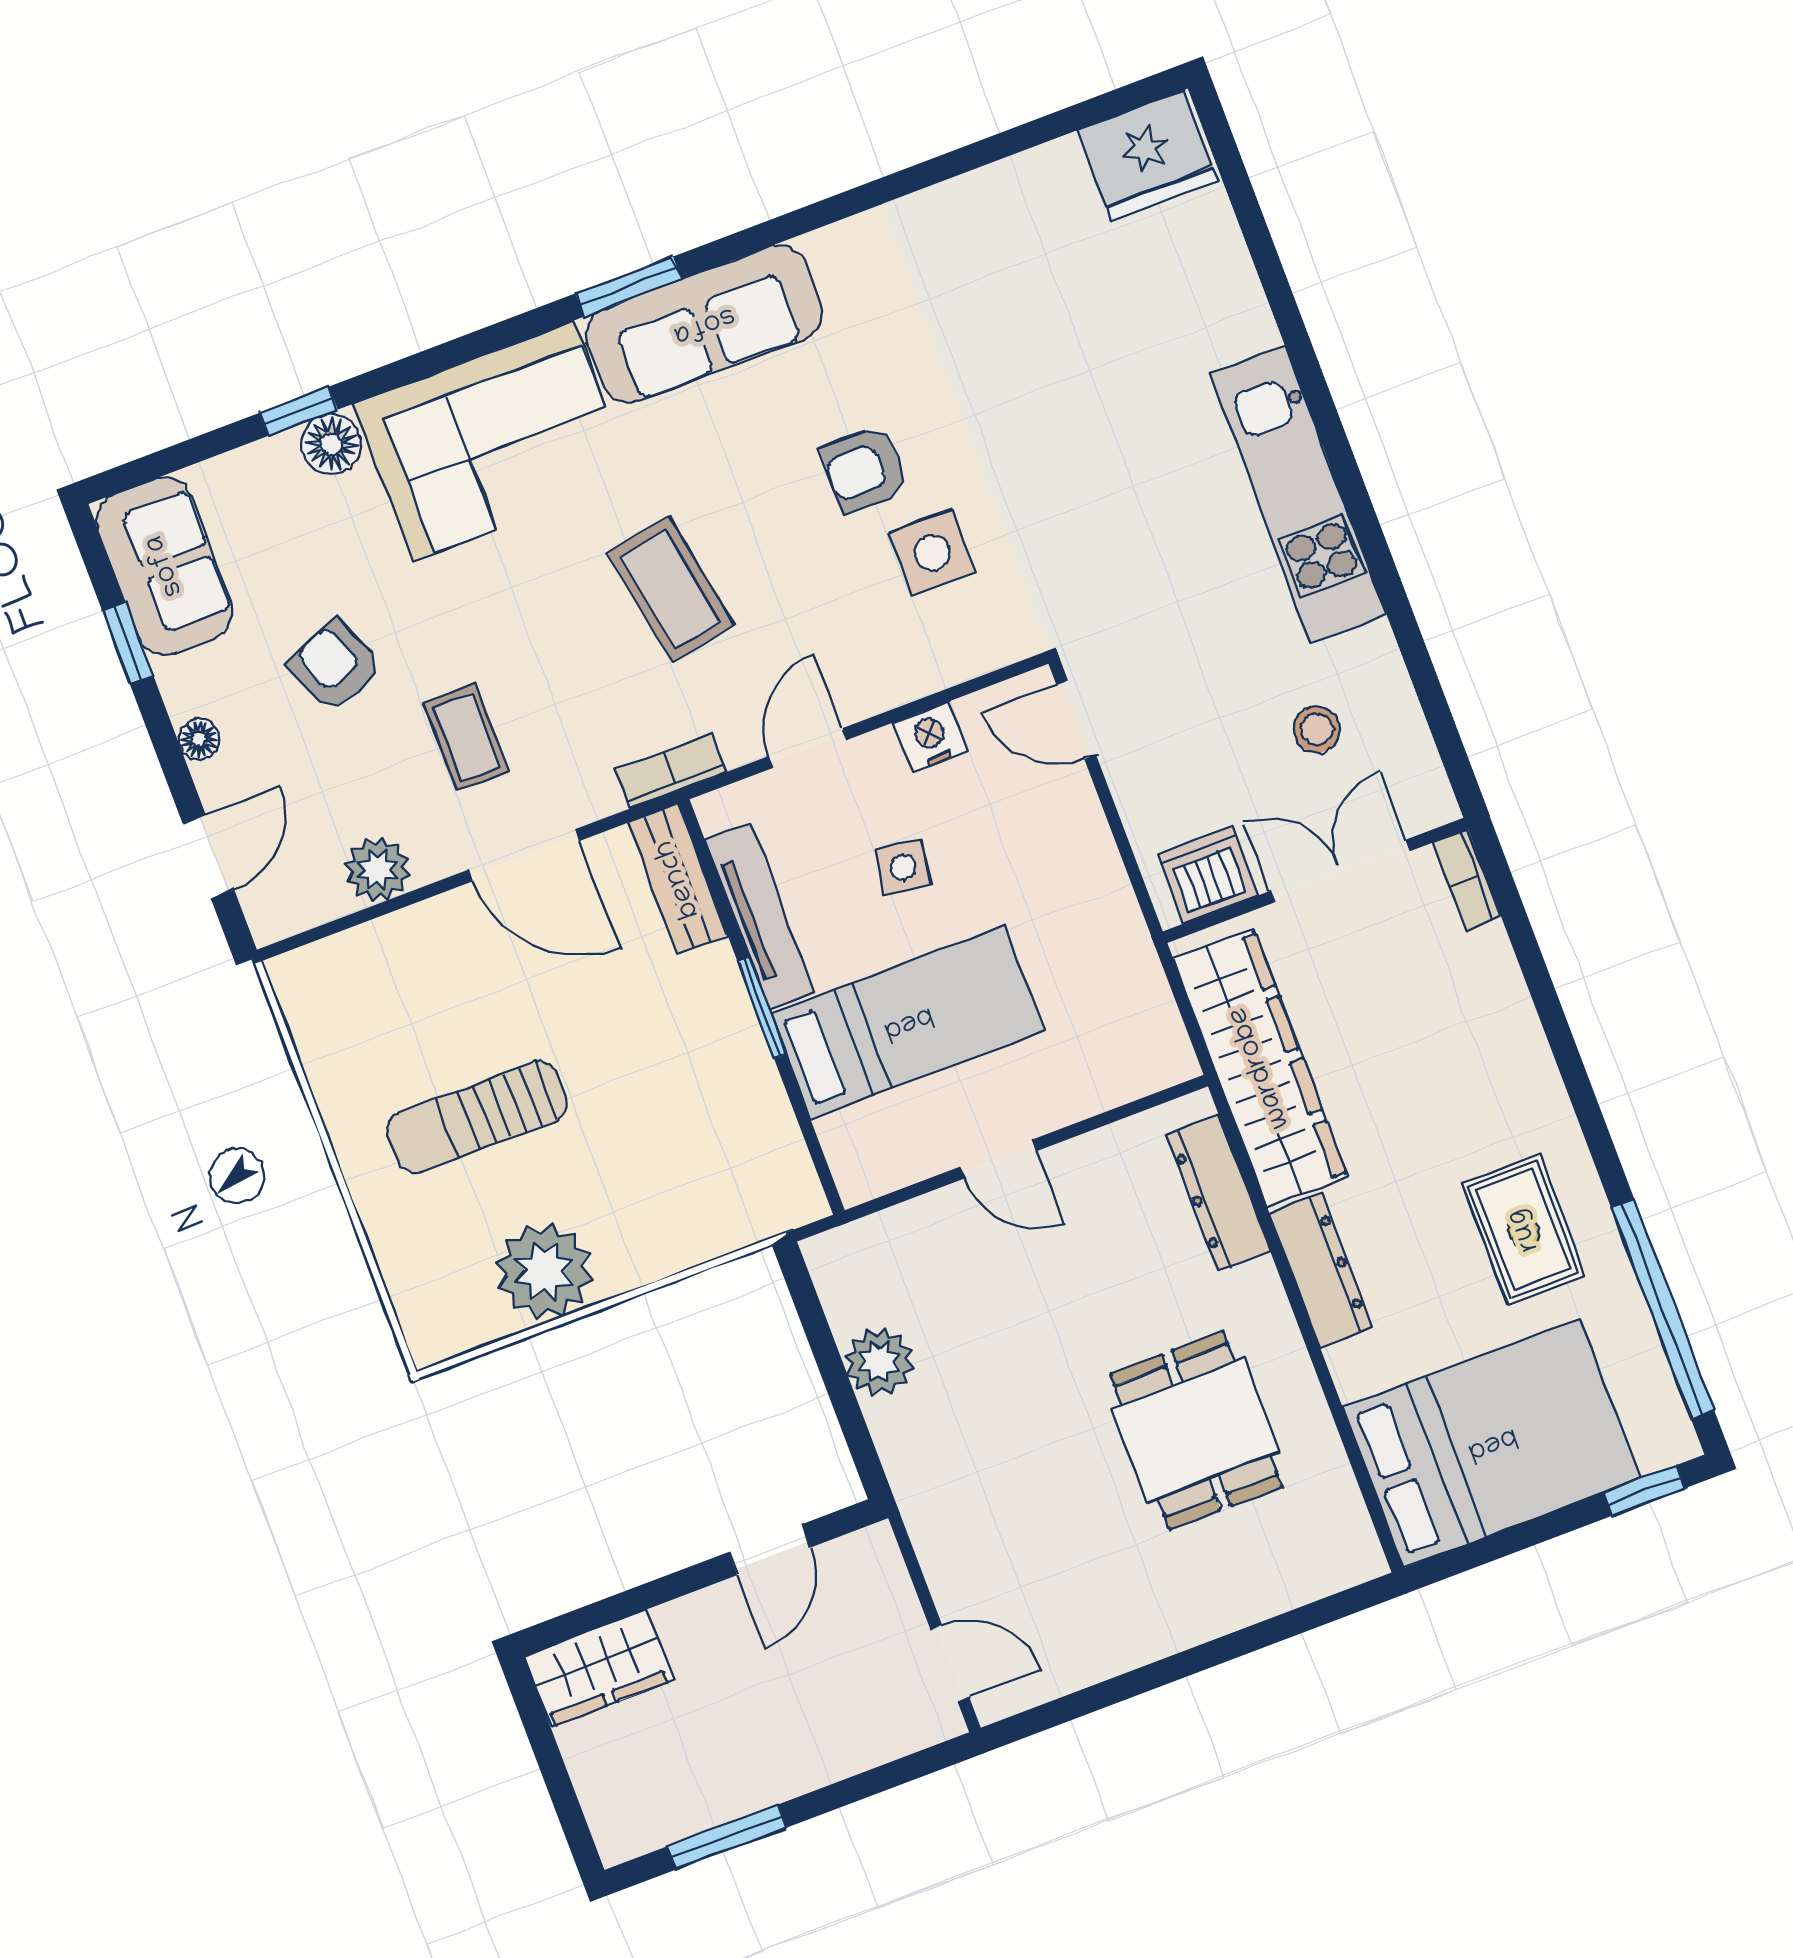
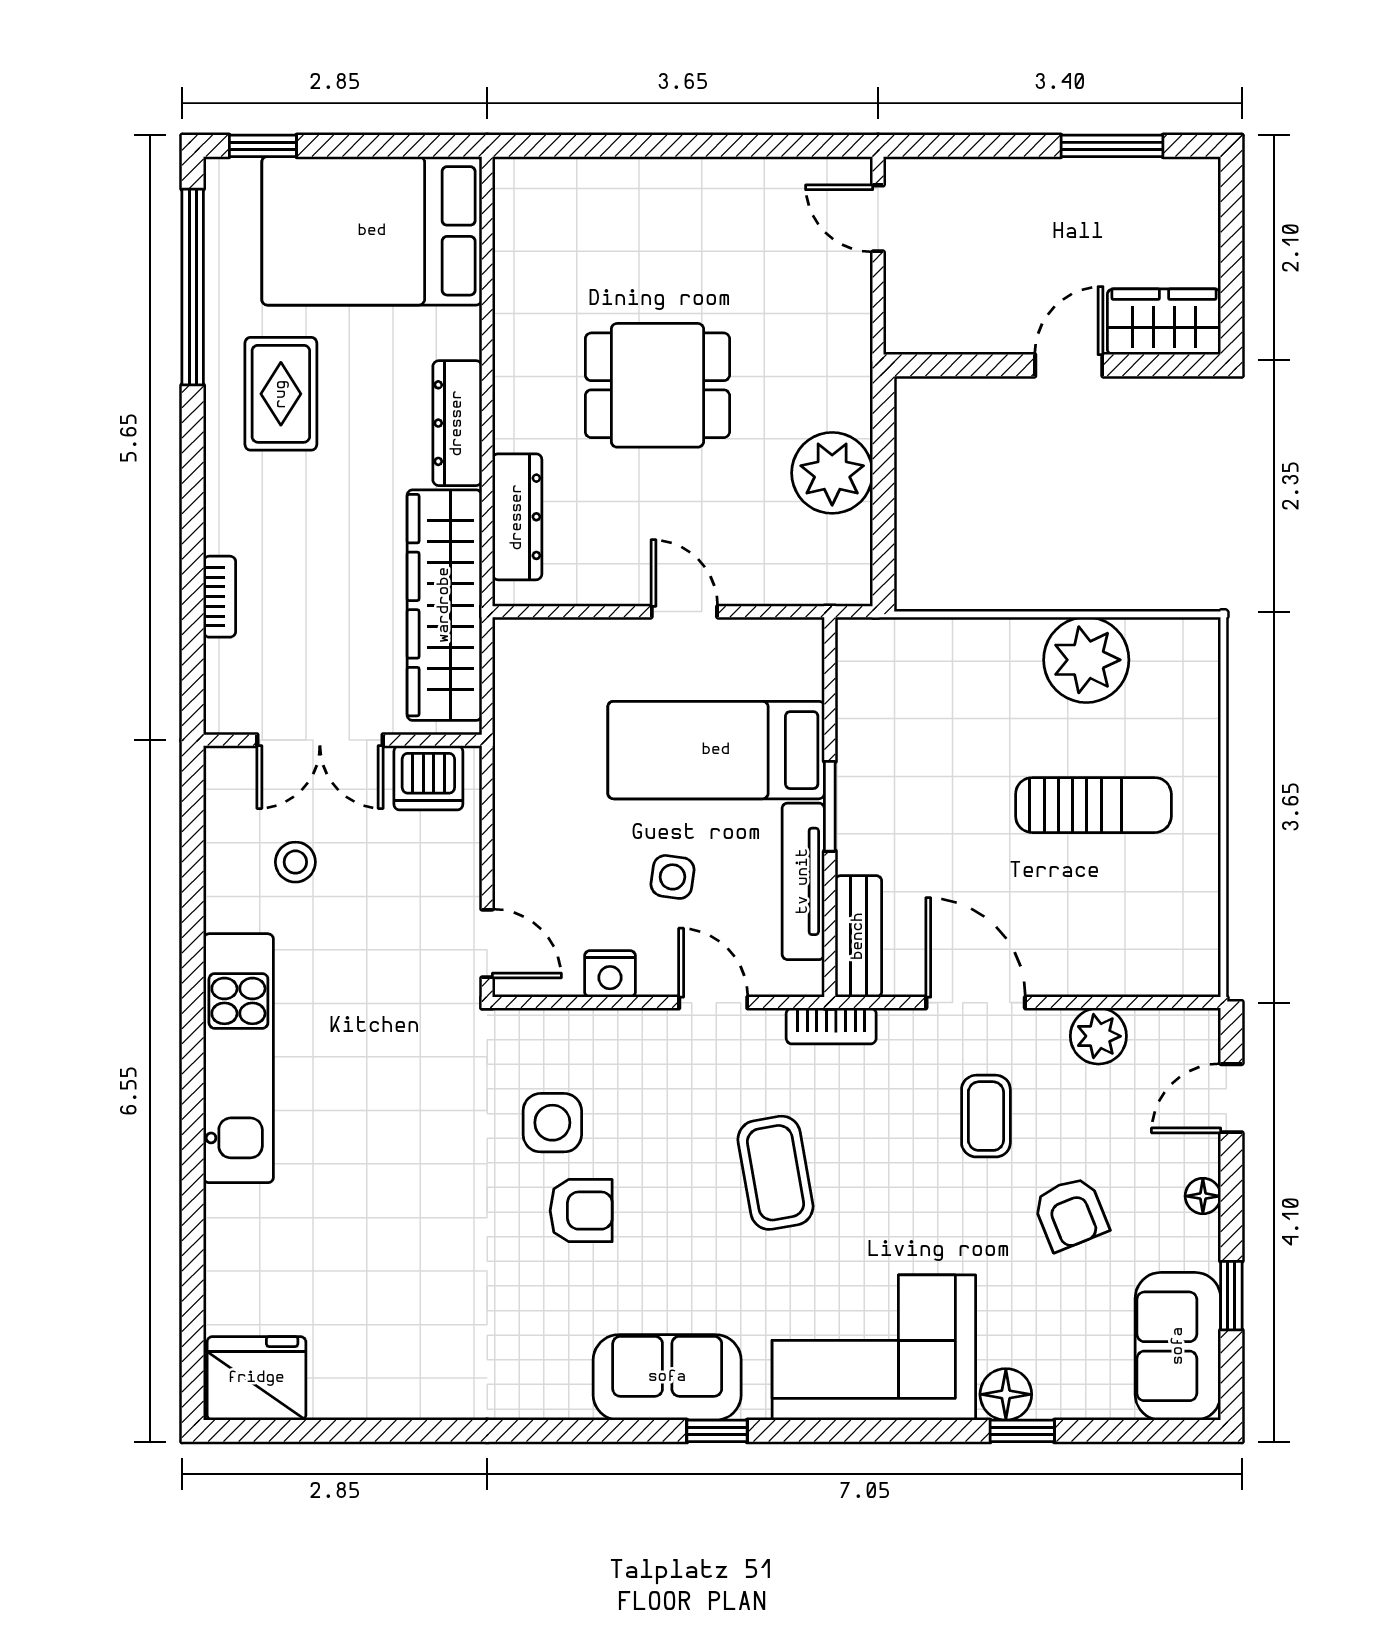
window: (629, 287) -> (717, 1431), width x0.67
sofa: (704, 324) -> (667, 1377), width x0.73
door: (808, 748) -> (713, 1003), swing flipped
bookcase: (1467, 880) -> (220, 597), moved
plant: (879, 1362) -> (832, 473), width x1.36, depth x1.36
dining table: (1196, 1430) -> (657, 385), moved, turned 90
door: (770, 1550) -> (1069, 365), moved

